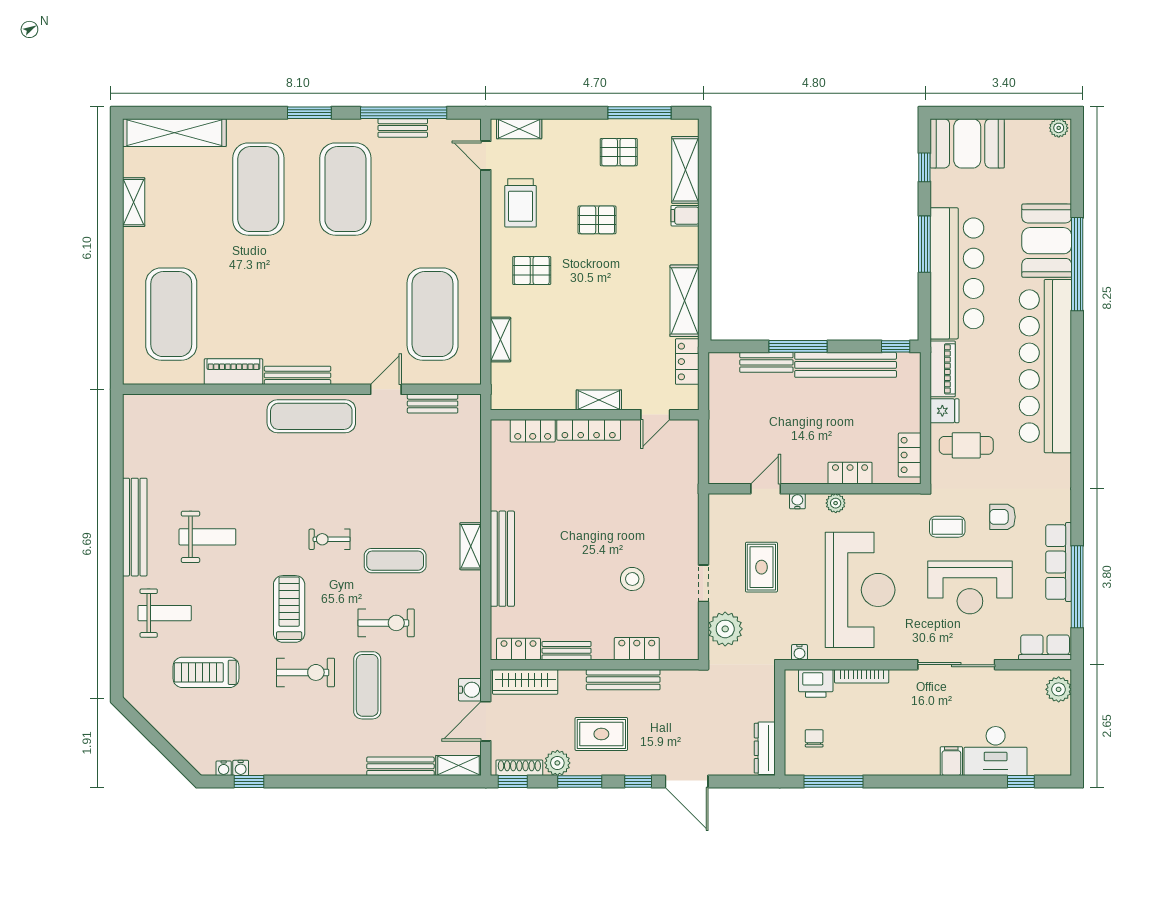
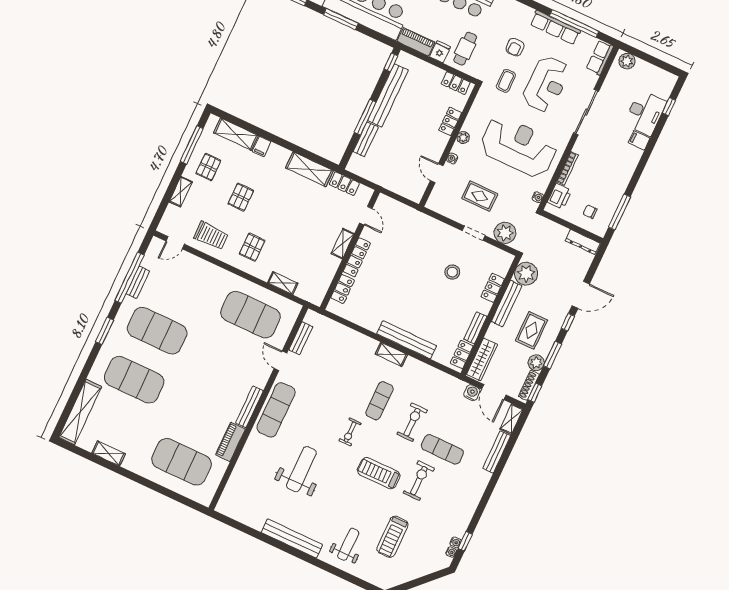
shelving: (519, 129) -> (181, 192), moved
weight bench: (207, 537) -> (301, 469), moved, width x1.36, depth x1.33
plant: (680, 688) -> (526, 274), added

